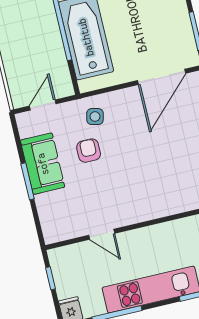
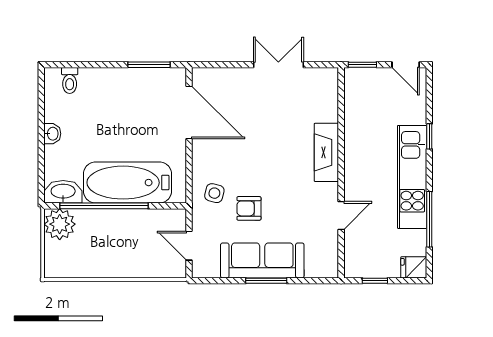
sofa: (43, 164) -> (262, 260), width x1.36
fireplace: (155, 208) -> (326, 152), added

